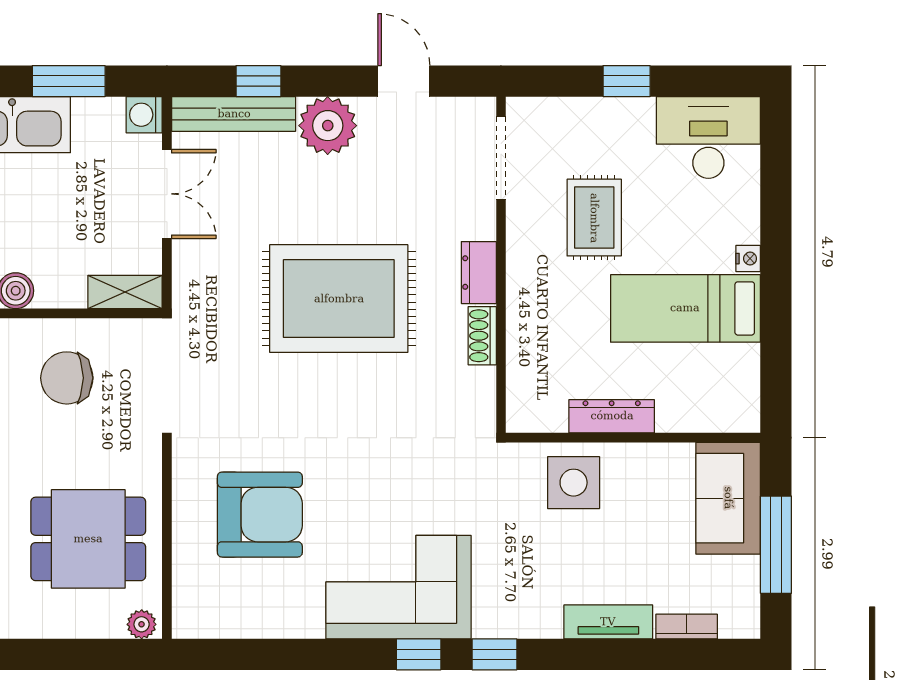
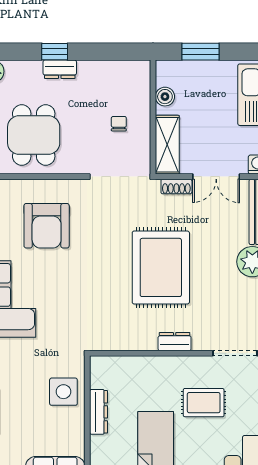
shelving: (125, 292) -> (167, 145), width x1.50, depth x1.33
shoe rack: (482, 336) -> (176, 187), moved, turned 180
chair: (67, 378) -> (119, 124), width x0.54, depth x0.54

